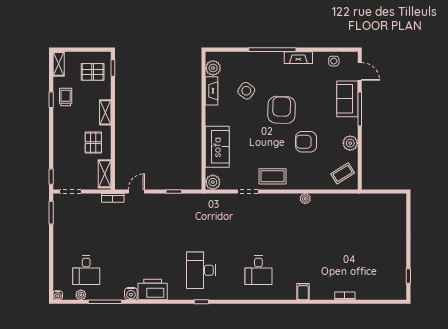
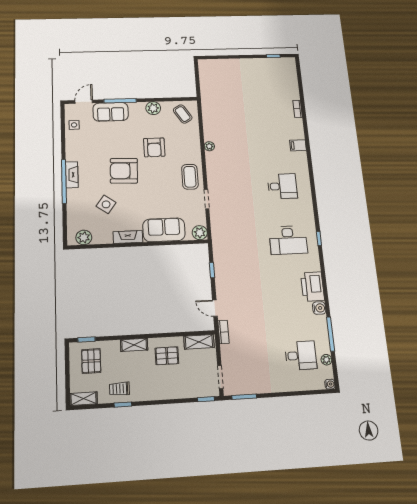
fireplace: (298, 58) -> (72, 175), moved
fireplace: (212, 91) -> (128, 237), moved

